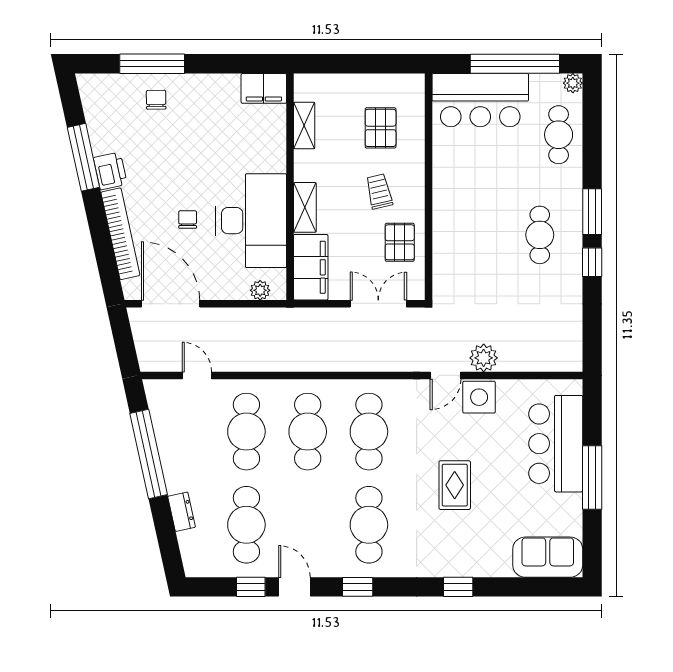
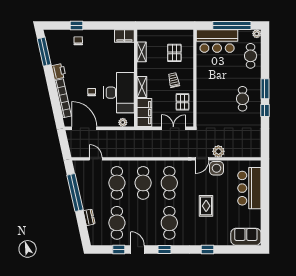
window: (152, 64) -> (77, 25), width x0.46
window: (83, 157) -> (44, 52), moved
window: (592, 478) -> (265, 203), removed

